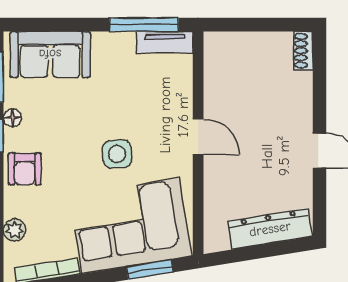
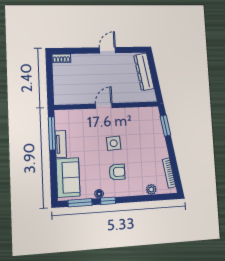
tv unit: (165, 42) -> (61, 144), moved
armchair: (25, 169) -> (117, 172), moved
corner sofa: (131, 226) -> (146, 135), removed

